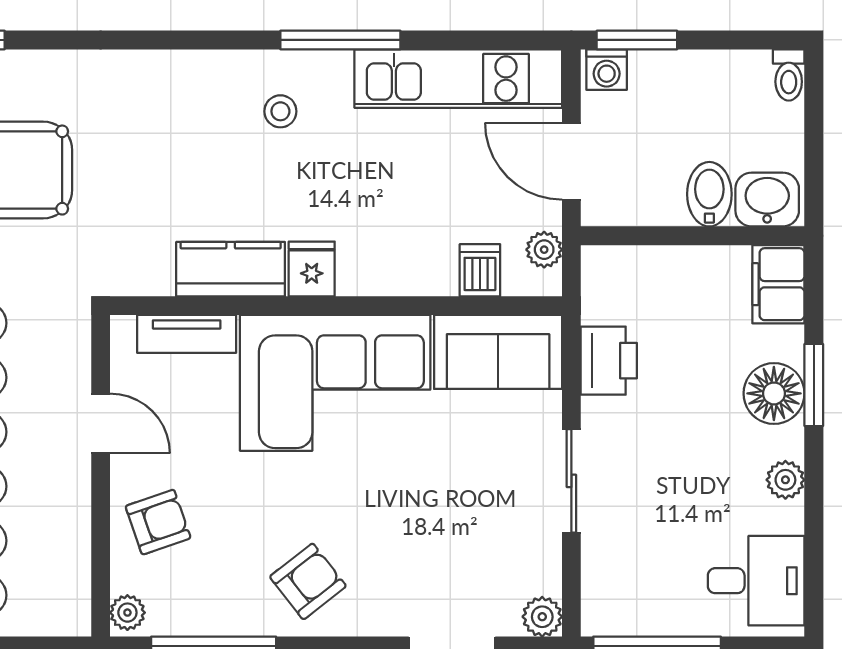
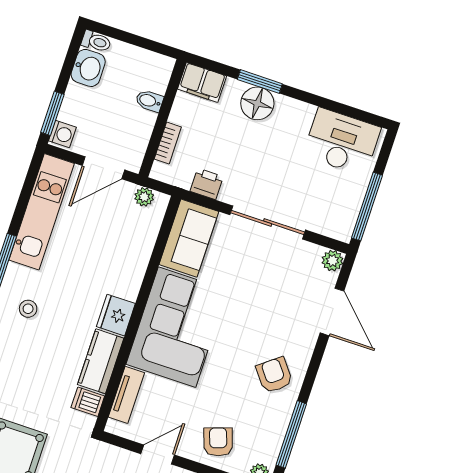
bidet: (709, 194) -> (149, 101), width x0.72, depth x0.74
washbasin: (767, 200) -> (88, 68), moved, turned 180
bookcase: (652, 260) -> (168, 143), added
fridge: (312, 269) -> (116, 315), width x1.38
dishwasher: (480, 270) -> (88, 402), moved
printer: (609, 361) -> (207, 184), width x0.73, depth x0.81
plant: (785, 480) -> (304, 112), removed
sliding door: (571, 481) -> (268, 222), width x1.37
desk: (756, 581) -> (342, 142), width x1.37

